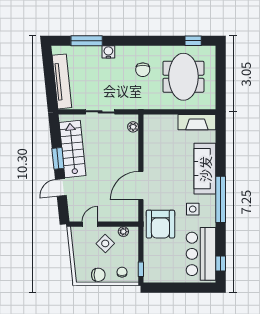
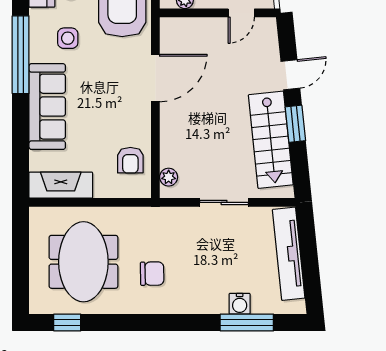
water cooler: (108, 52) -> (240, 304), moved
chair: (143, 70) -> (152, 274), turned 89
armchair: (156, 137) -> (130, 160), added

